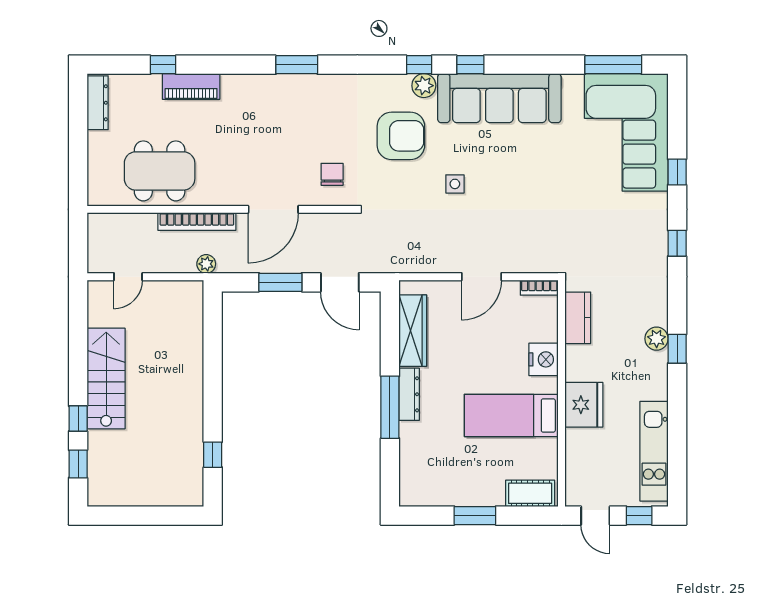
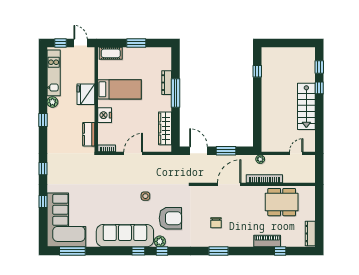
armchair: (401, 136) -> (170, 218), turned 180
chair: (332, 174) -> (216, 223), moved
plant: (657, 339) -> (52, 102), moved
dresser: (409, 394) -> (167, 83), moved

